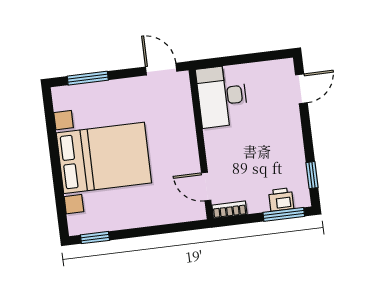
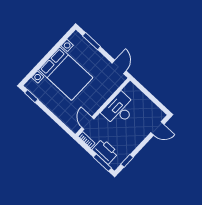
desk: (222, 96) -> (119, 110), moved
printer: (281, 200) -> (105, 151), width x1.87, depth x1.48

